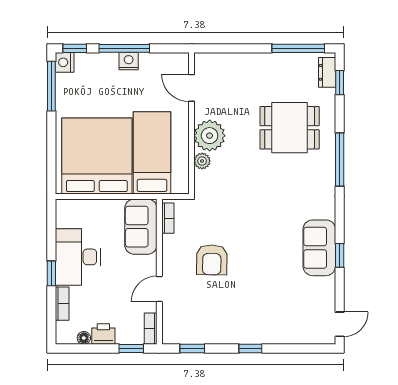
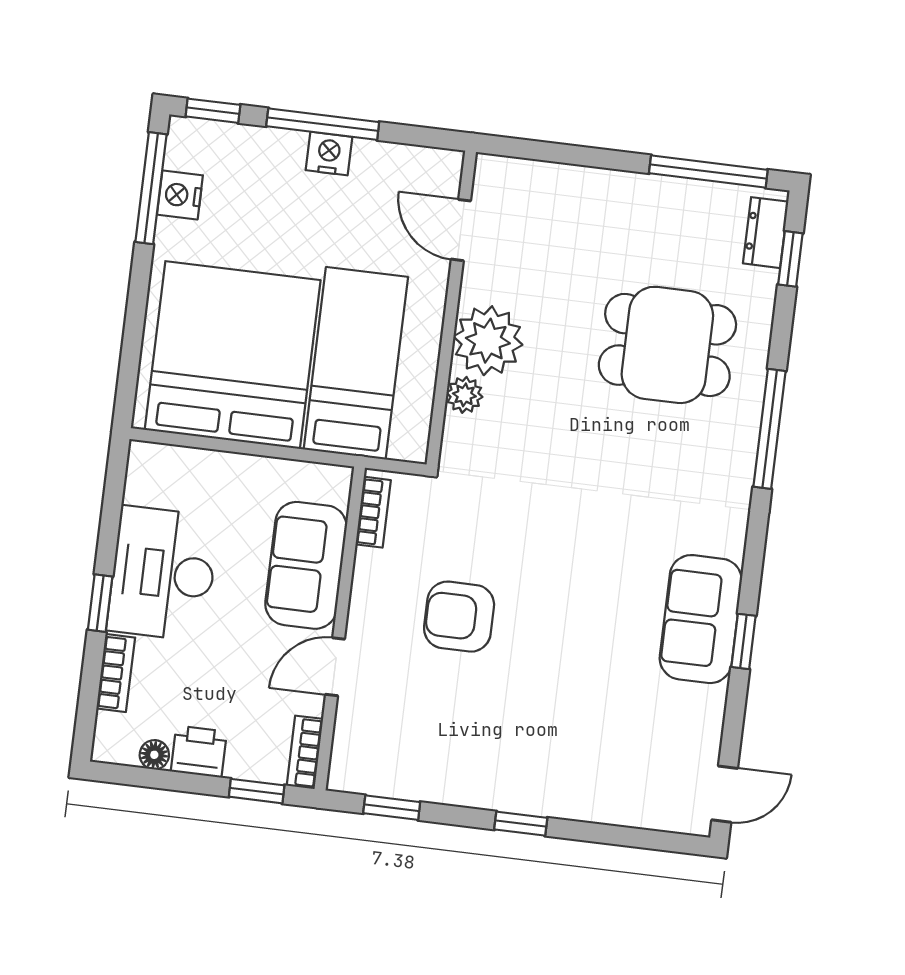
nightstand: (65, 62) -> (180, 195), moved
sofa: (141, 227) -> (306, 565), moved
armchair: (212, 260) -> (459, 617), turned 89

